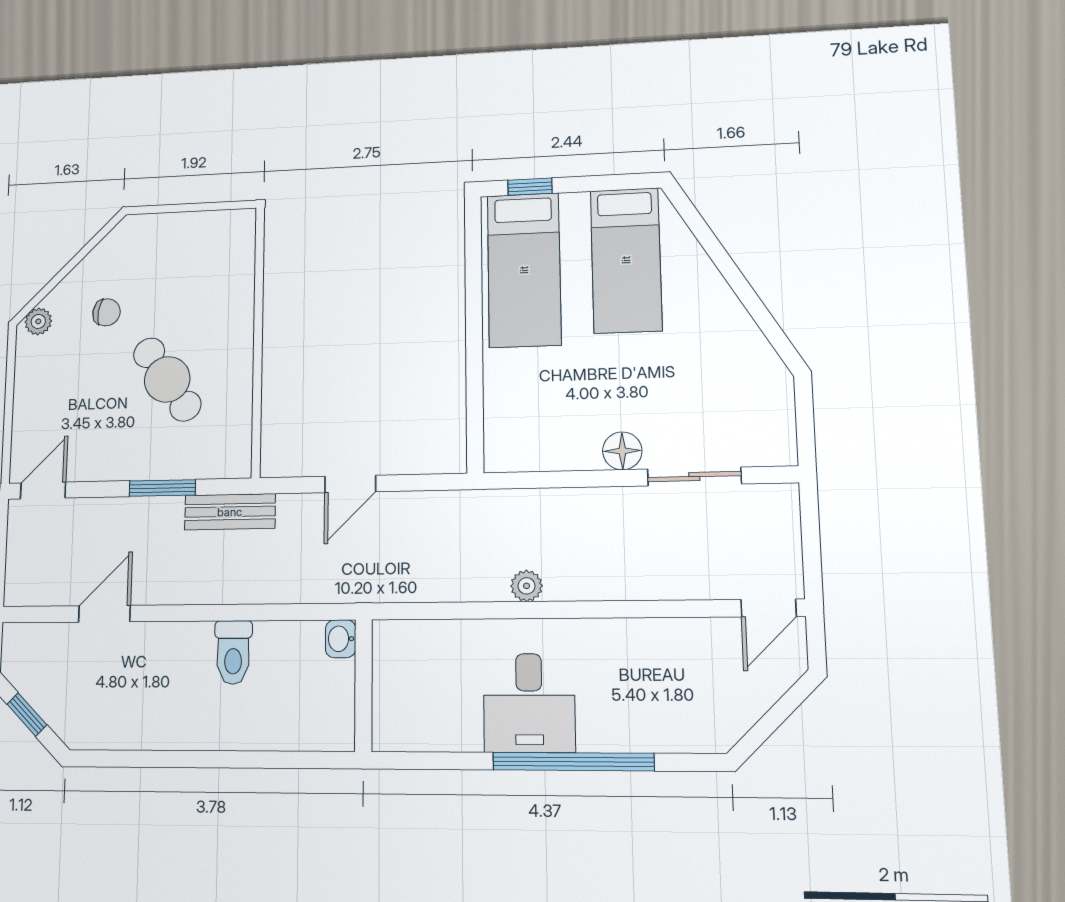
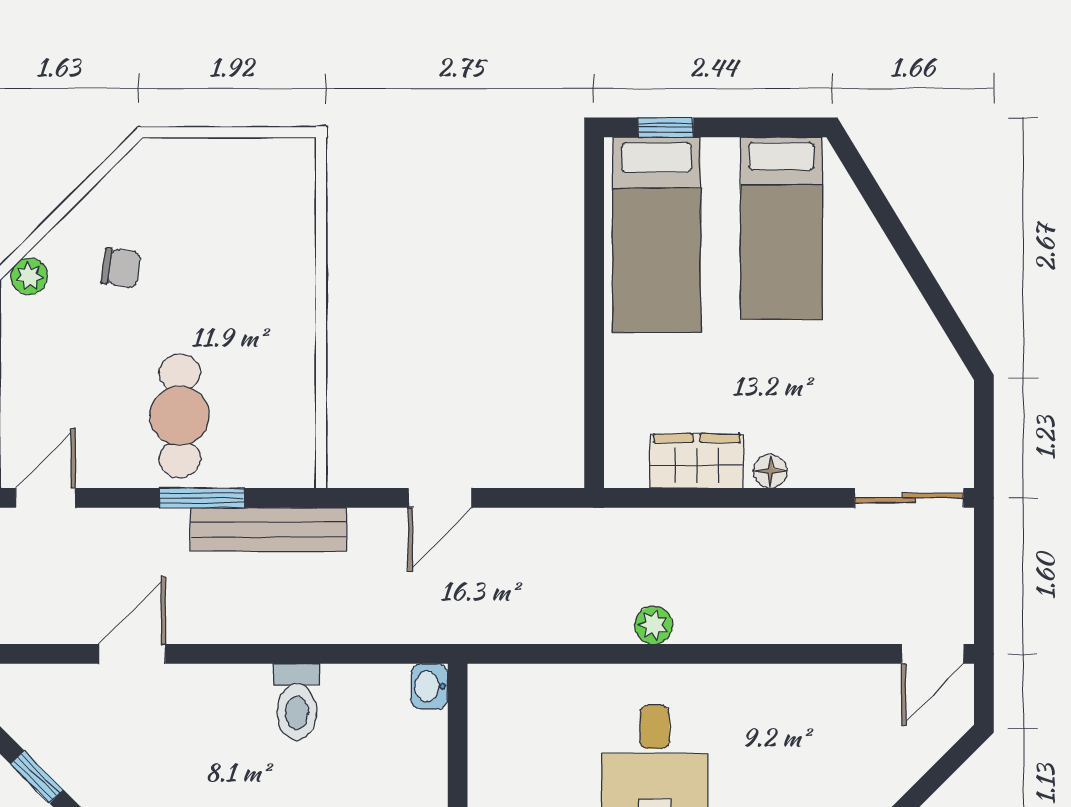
cafe table: (167, 379) -> (180, 416), moved, turned 35
wardrobe: (560, 449) -> (697, 461), added
floor lamp: (622, 451) -> (770, 471), width x0.73, depth x0.73
sliding door: (694, 477) -> (909, 498), moved
bench: (230, 512) -> (268, 529), width x1.36

